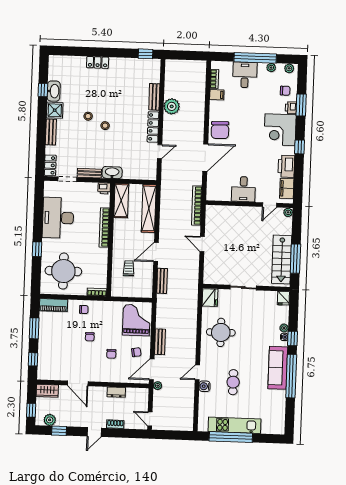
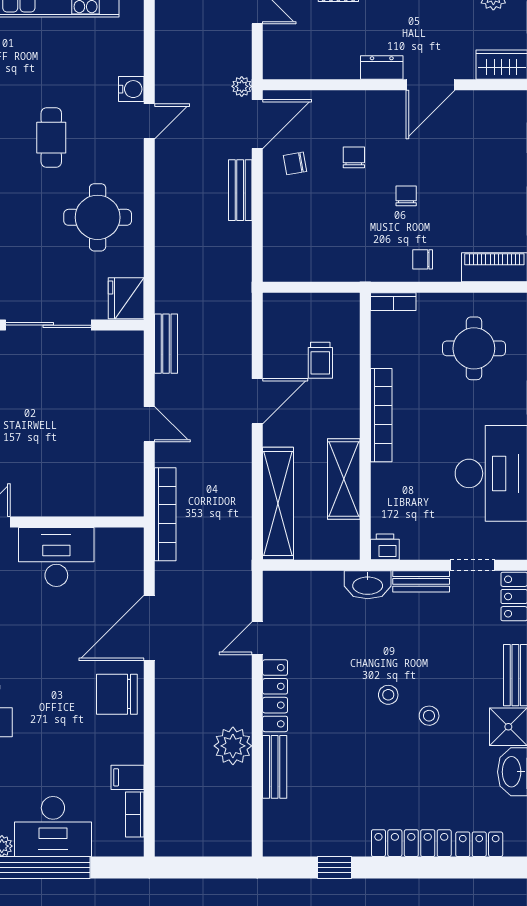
window: (146, 54) -> (334, 868), moved
locker: (69, 61) -> (479, 844), added
locker: (98, 62) -> (411, 843), width x1.53
desk: (245, 75) -> (53, 827), width x1.37
chair: (220, 130) -> (117, 694), turned -89
desk: (244, 189) -> (56, 557), width x1.37
shelving: (121, 201) -> (344, 479), moved
bookcase: (104, 227) -> (381, 415), moved
round table: (63, 271) -> (474, 348), width x0.73, depth x0.73
bench: (162, 281) -> (166, 344), moved
sliding door: (243, 288) -> (48, 325), width x1.37
grand piano: (136, 320) -> (298, 239), removed
cafe table: (233, 382) -> (51, 138), moved
door: (78, 383) -> (431, 85), swing flipped
dresser: (116, 392) -> (382, 68), moved

